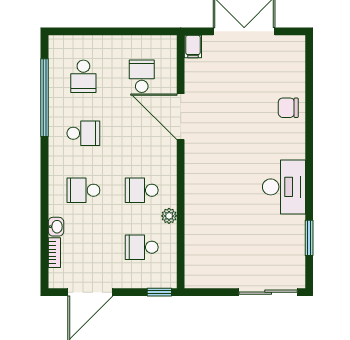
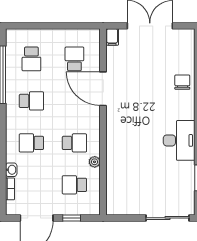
chair: (288, 108) -> (182, 82), turned 90
school desk: (142, 190) -> (74, 143), turned 180
window: (159, 292) -> (72, 218), moved

